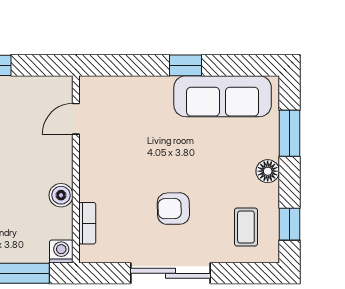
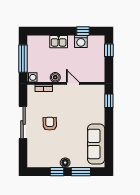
window: (185, 65) -> (109, 101), moved
door: (76, 119) -> (73, 83), moved
window: (289, 224) -> (57, 172), moved
coffee table: (246, 227) -> (42, 154), removed

